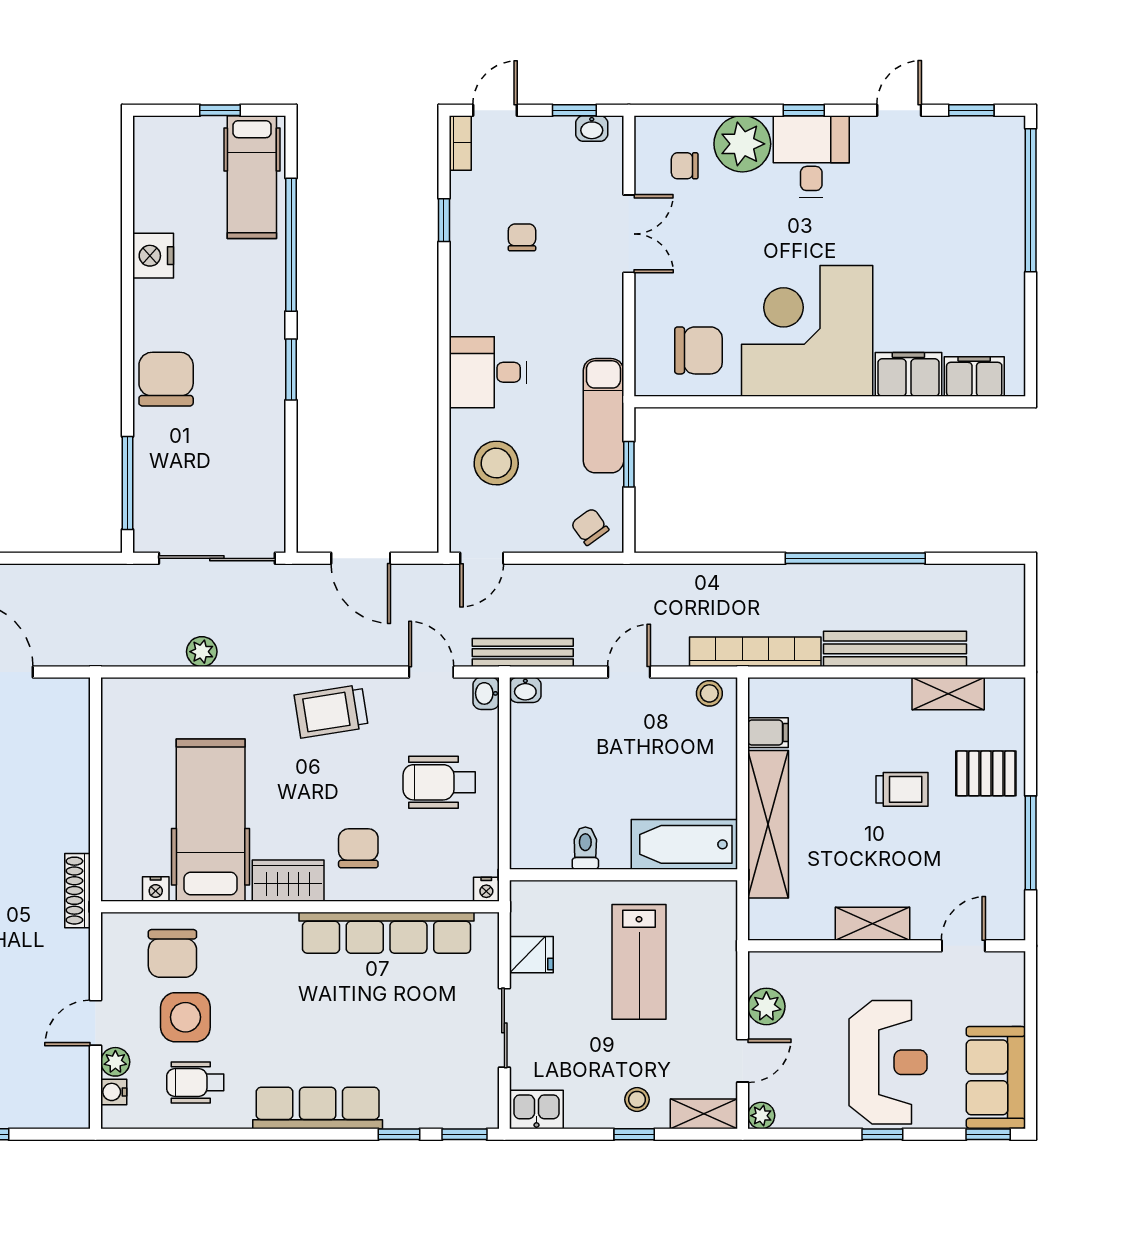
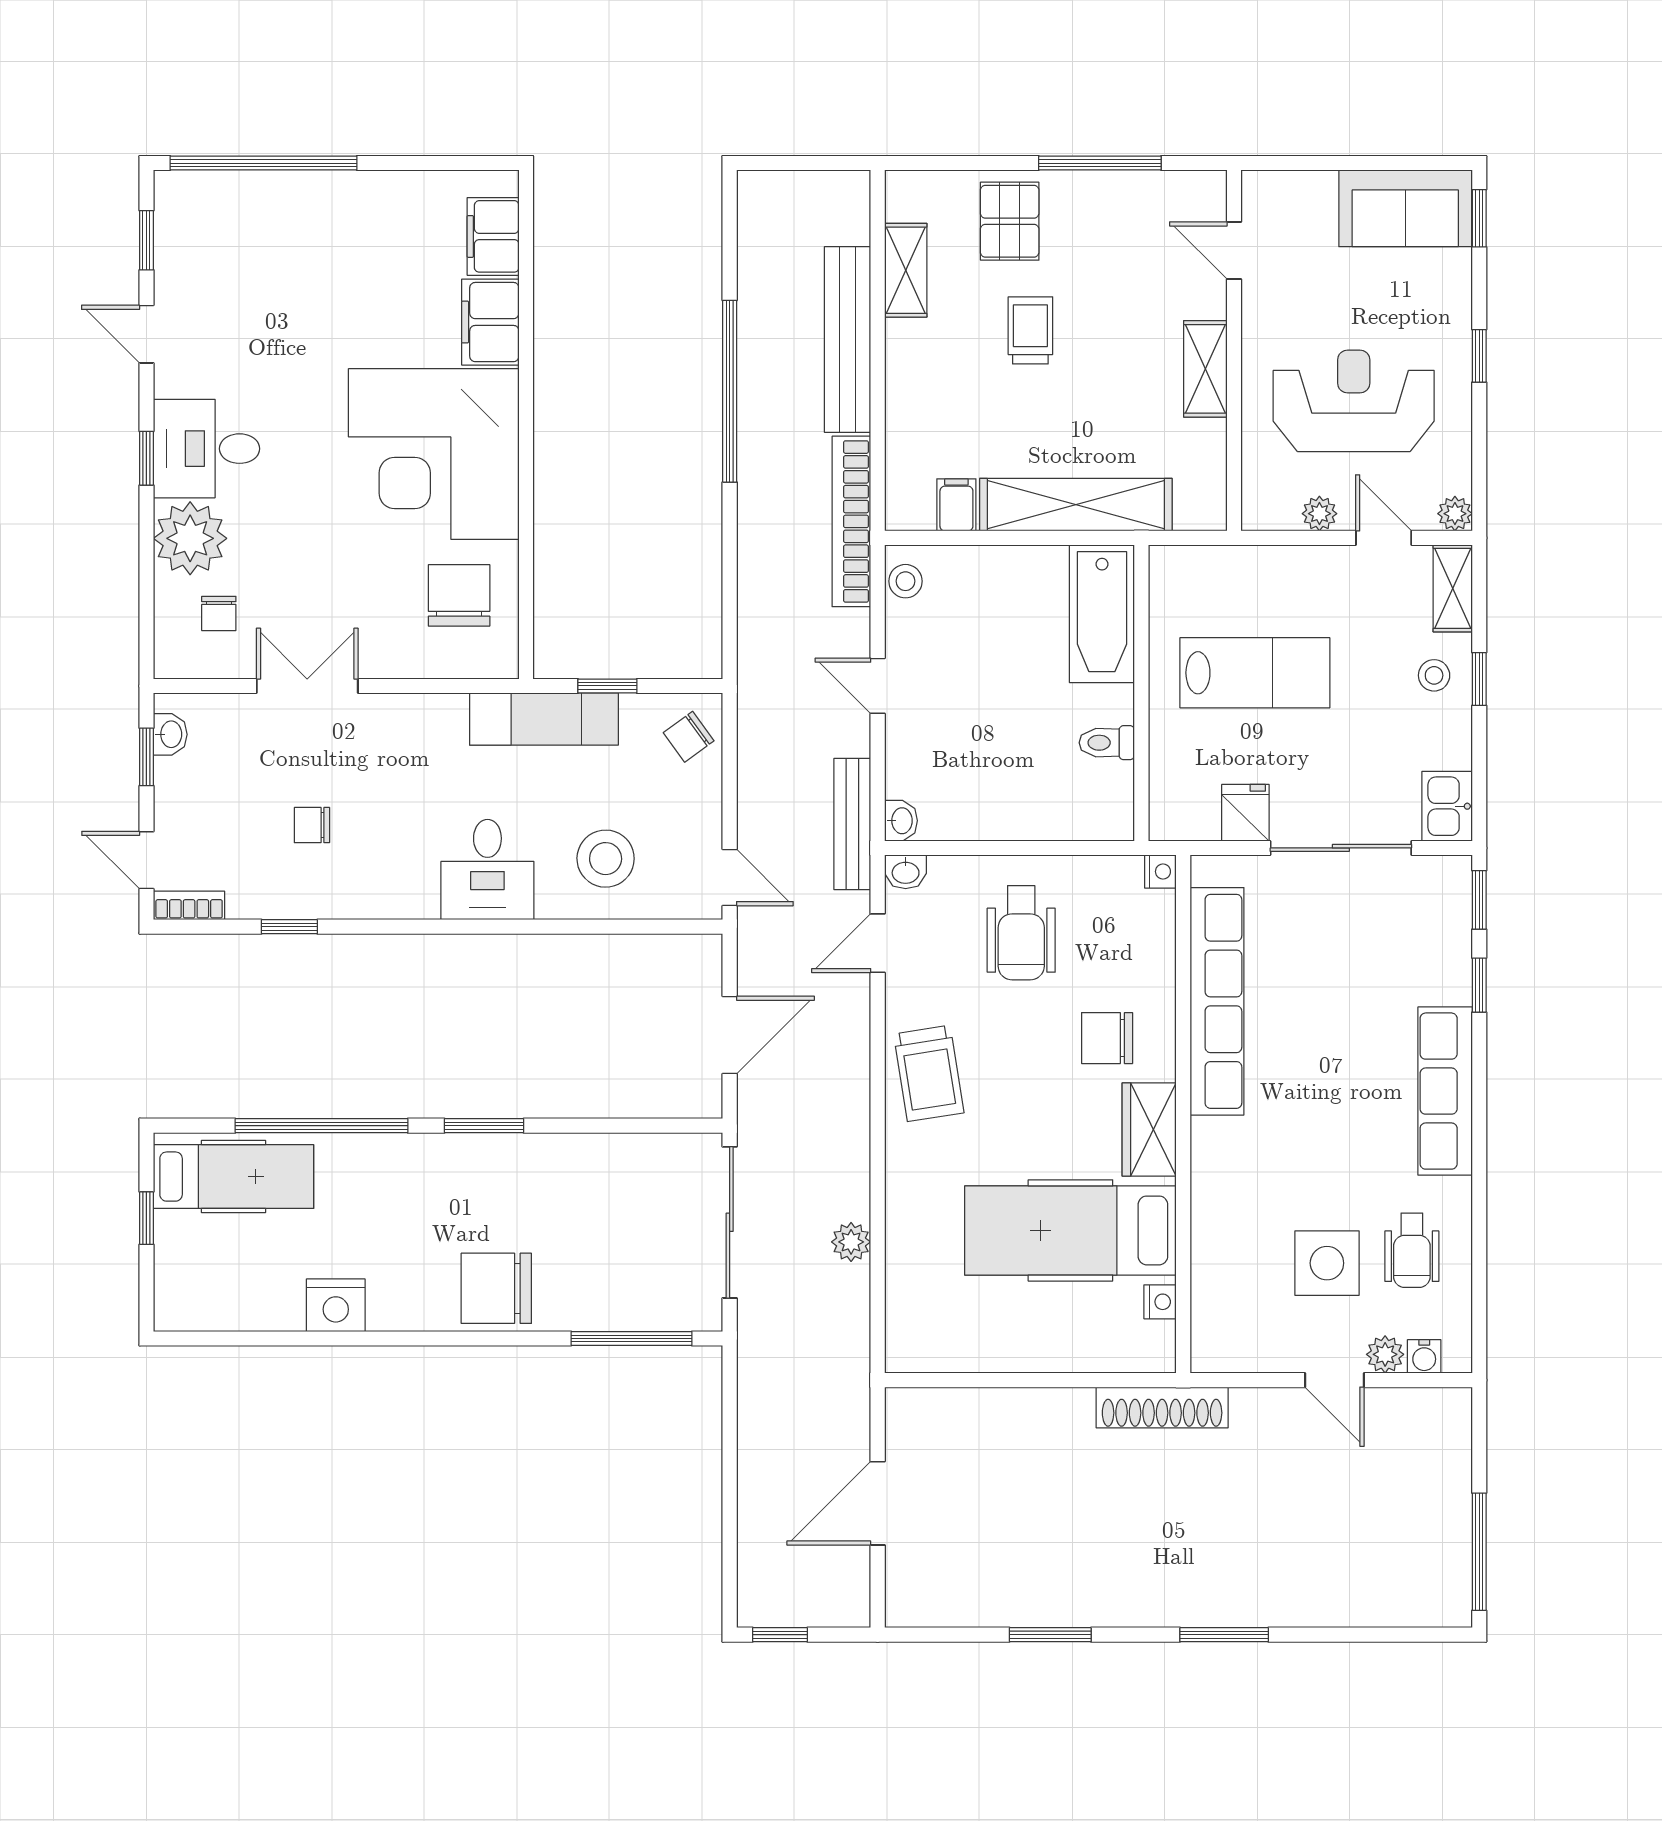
shoe rack: (78, 891) -> (1162, 1407), width x1.36, depth x1.24
chair: (172, 953) -> (1244, 1280), removed
plant: (766, 1006) -> (1319, 514), width x0.73, depth x0.73
sliding door: (504, 1028) -> (1341, 848), width x1.37
reception desk: (888, 1062) -> (1354, 401), moved

